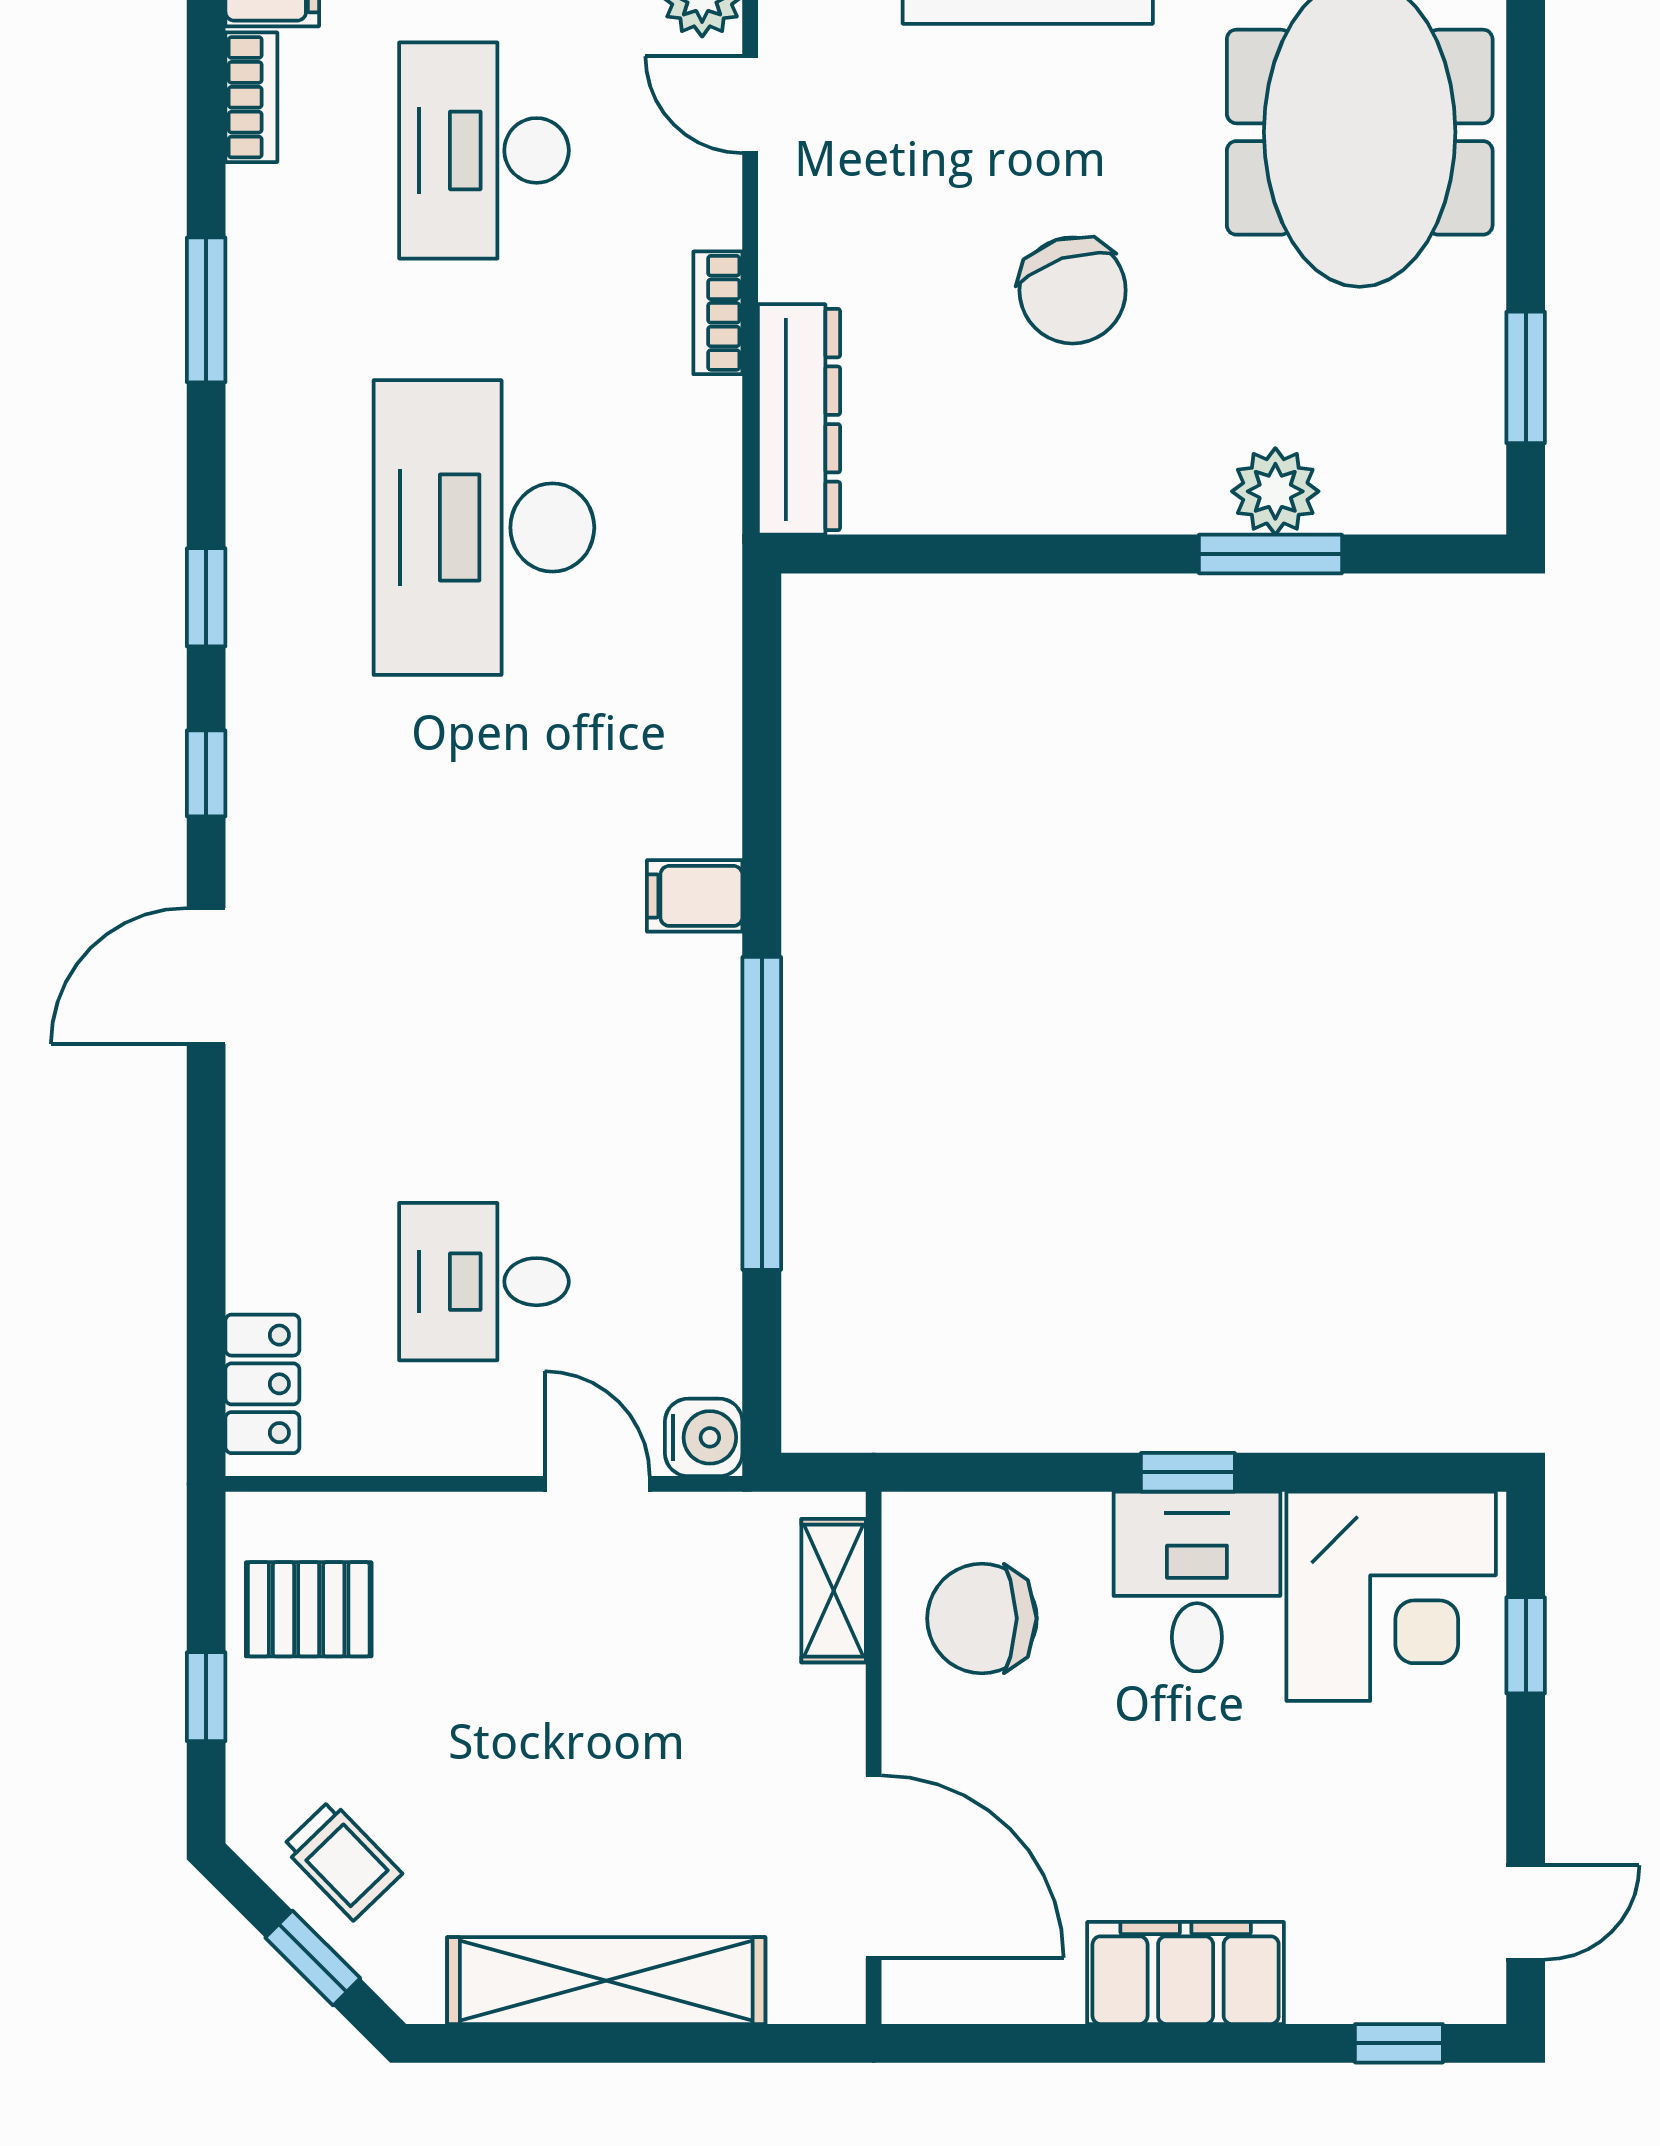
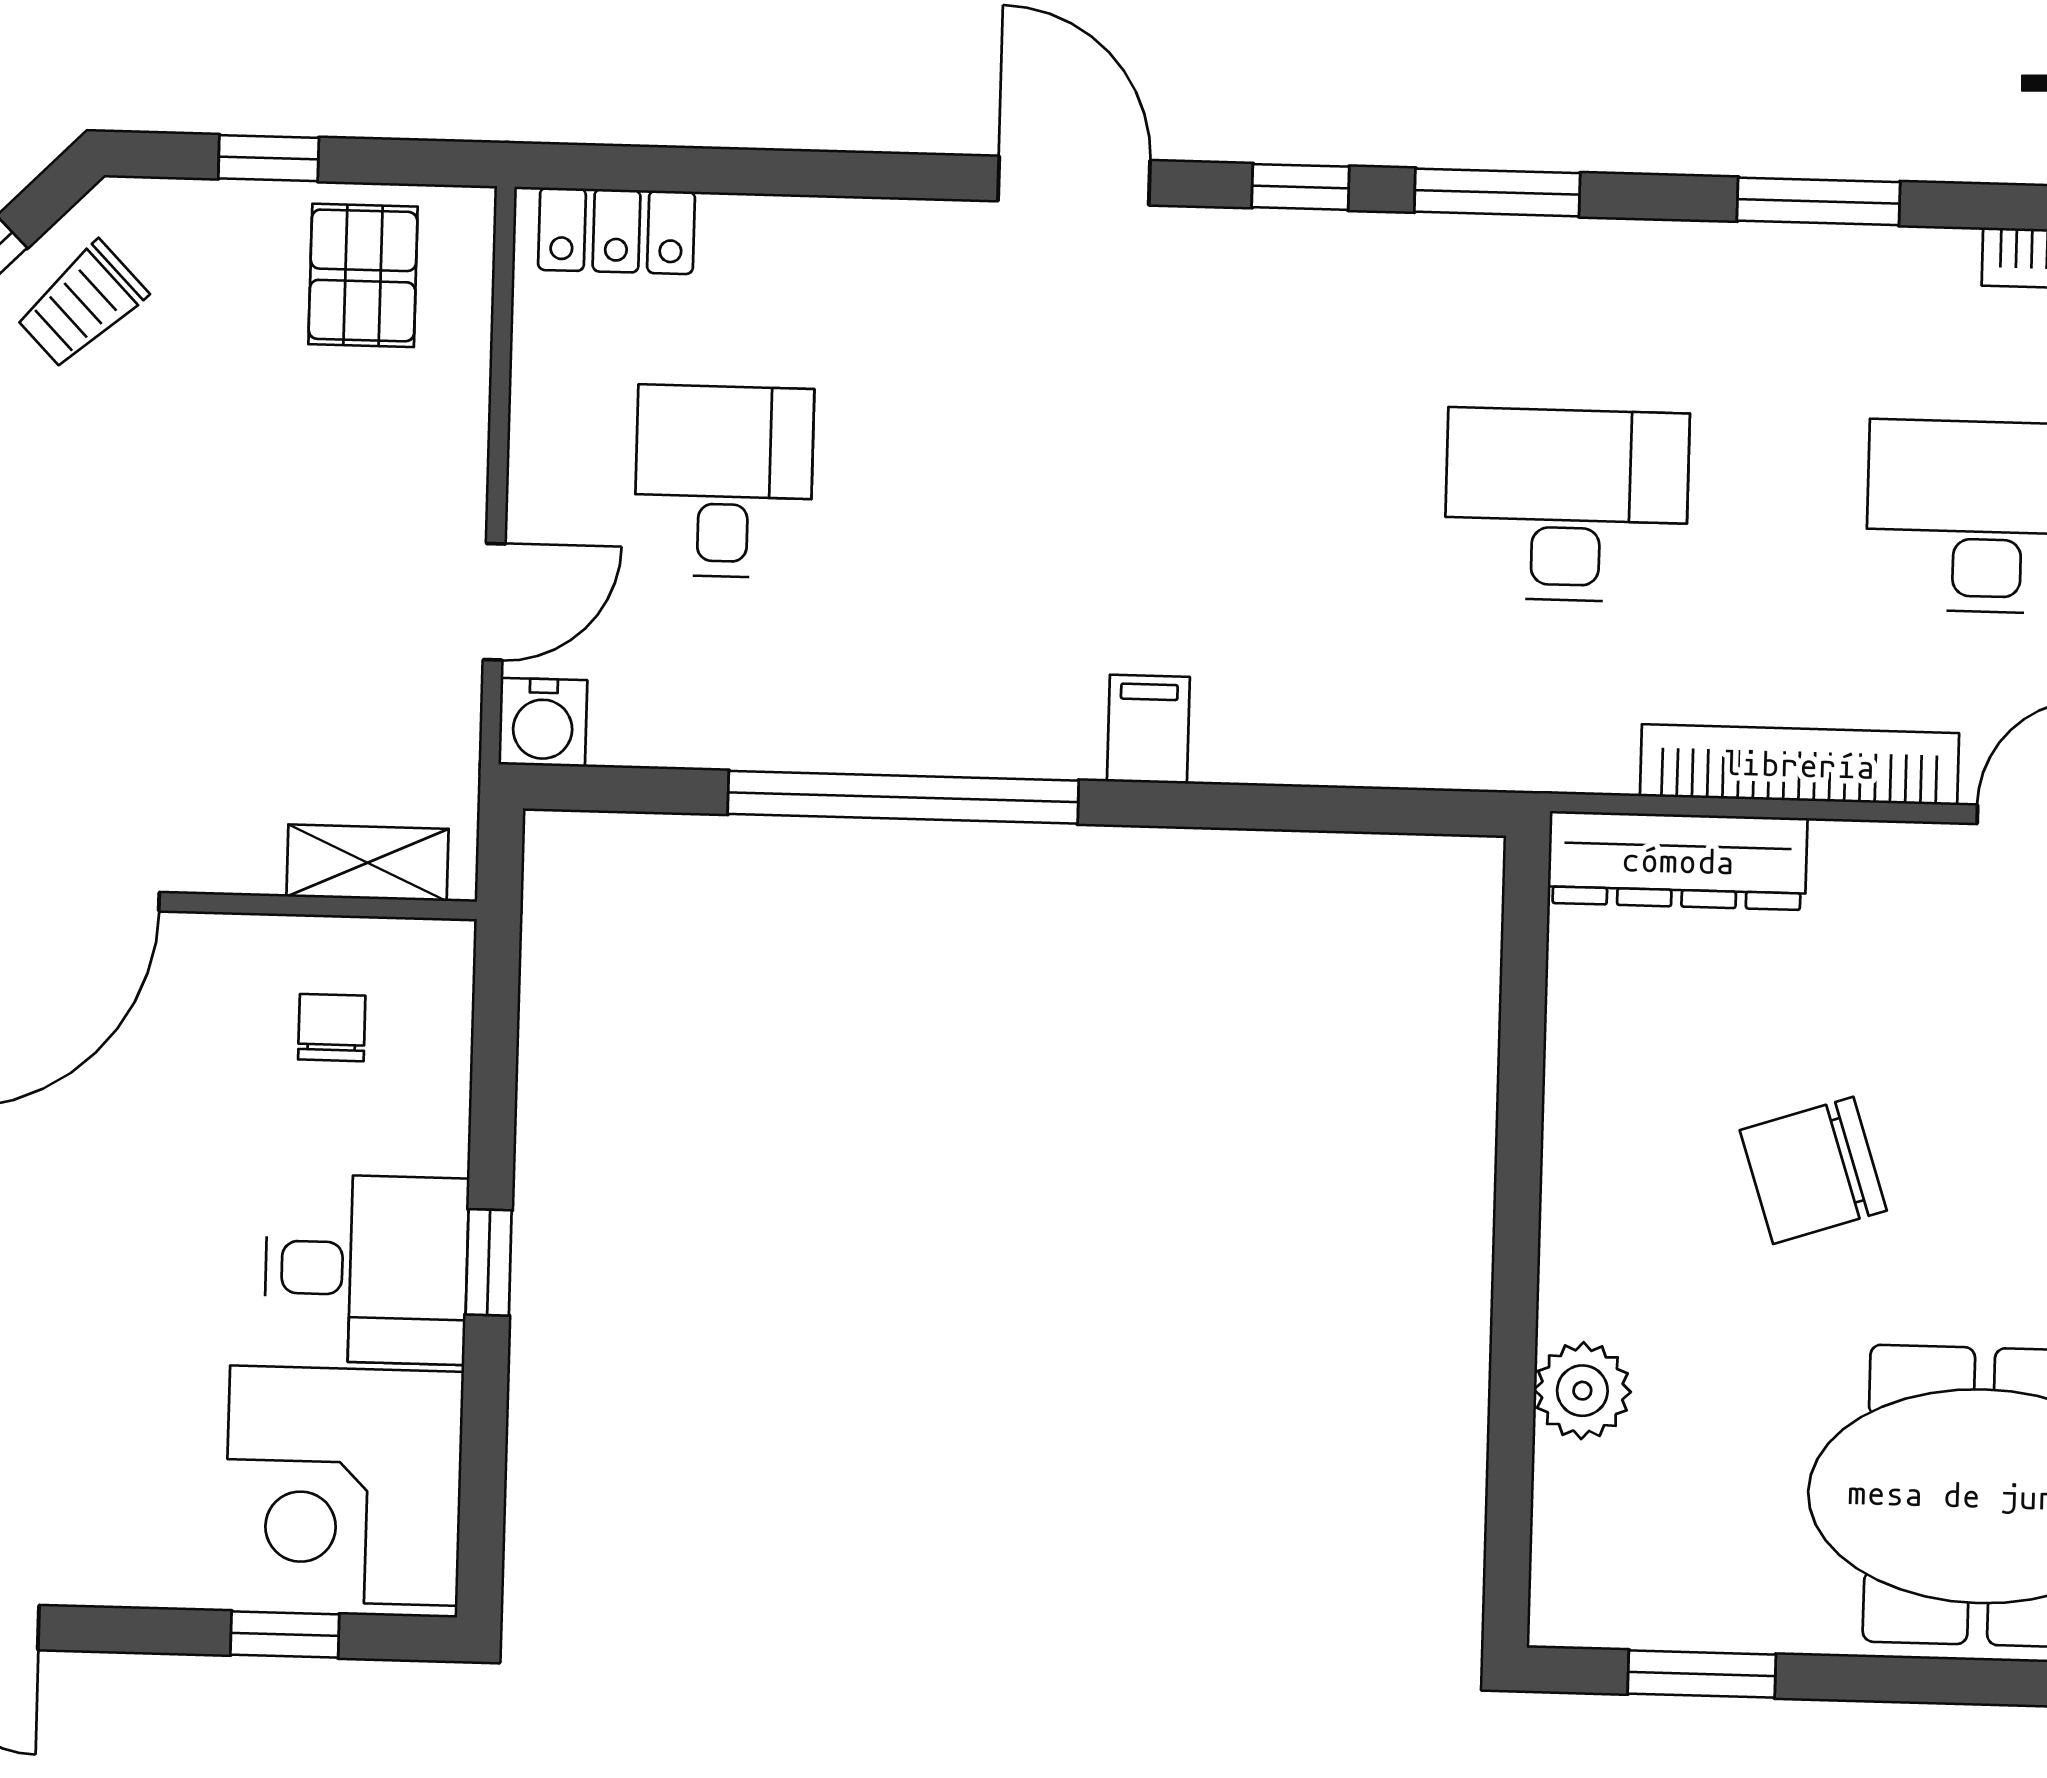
bookcase: (718, 313) -> (1799, 765), width x2.31, depth x1.31
desk: (484, 528) -> (1567, 505), width x0.73, depth x0.77
window: (1270, 554) -> (1512, 1383), removed
window: (206, 597) -> (1497, 192), width x1.50
chair: (982, 1618) -> (332, 1028), width x0.54, depth x0.54

